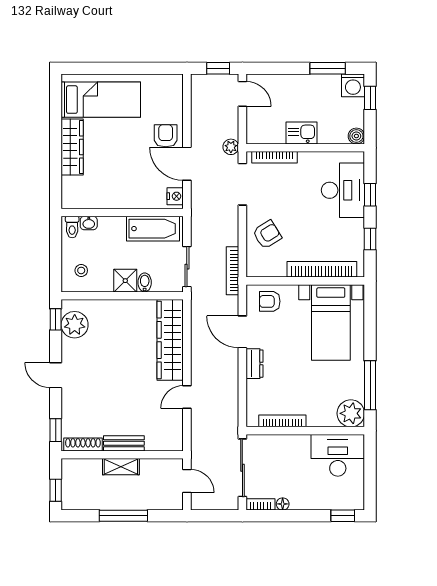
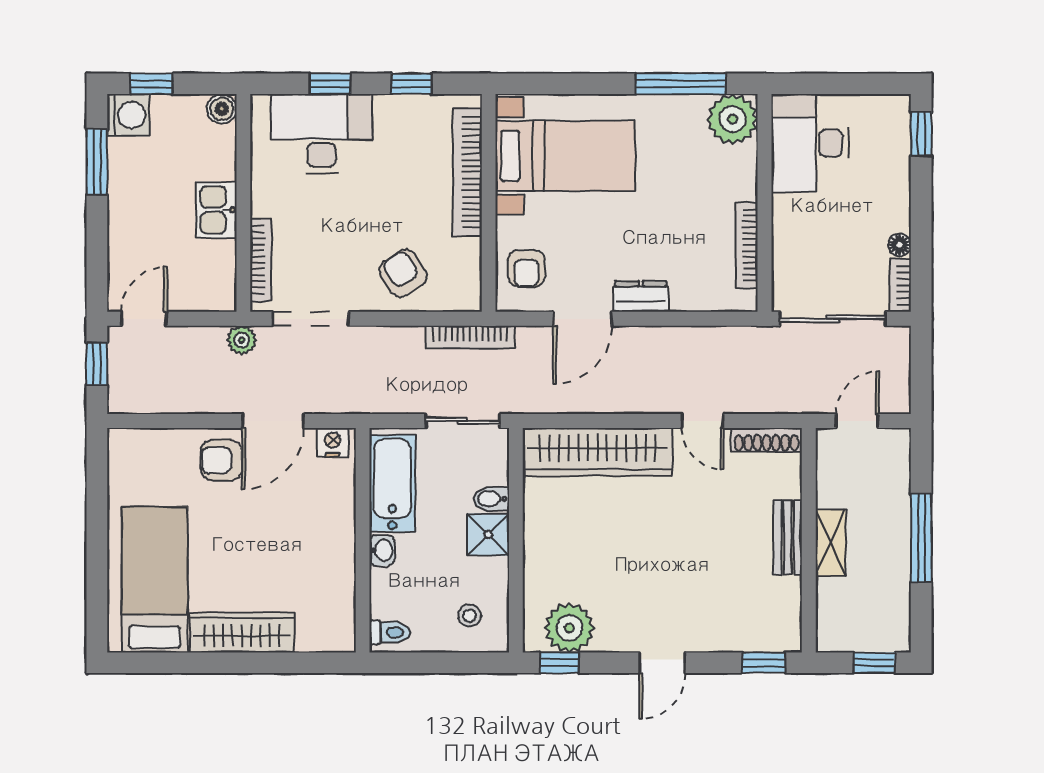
washbasin: (89, 223) -> (382, 550), moved
shoe rack: (83, 445) -> (767, 440), moved, turned -90

